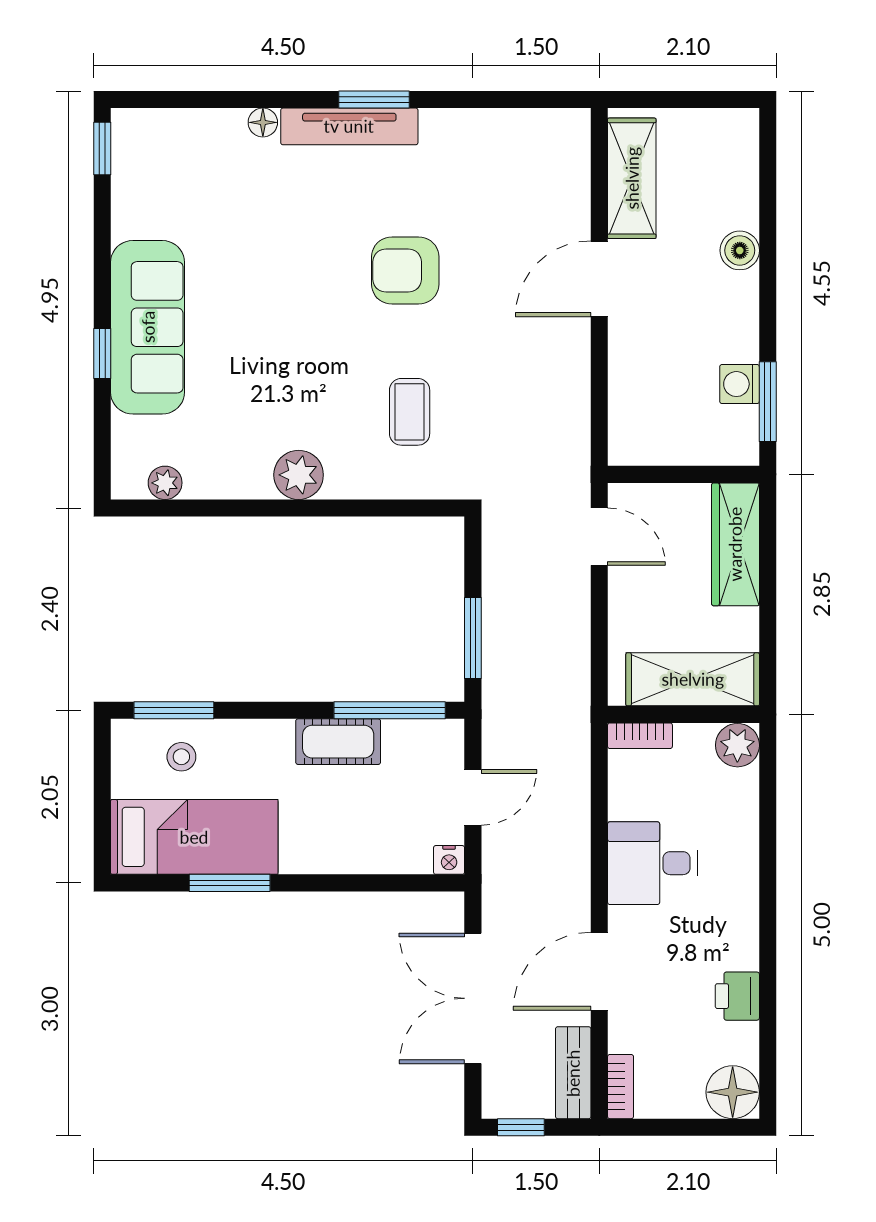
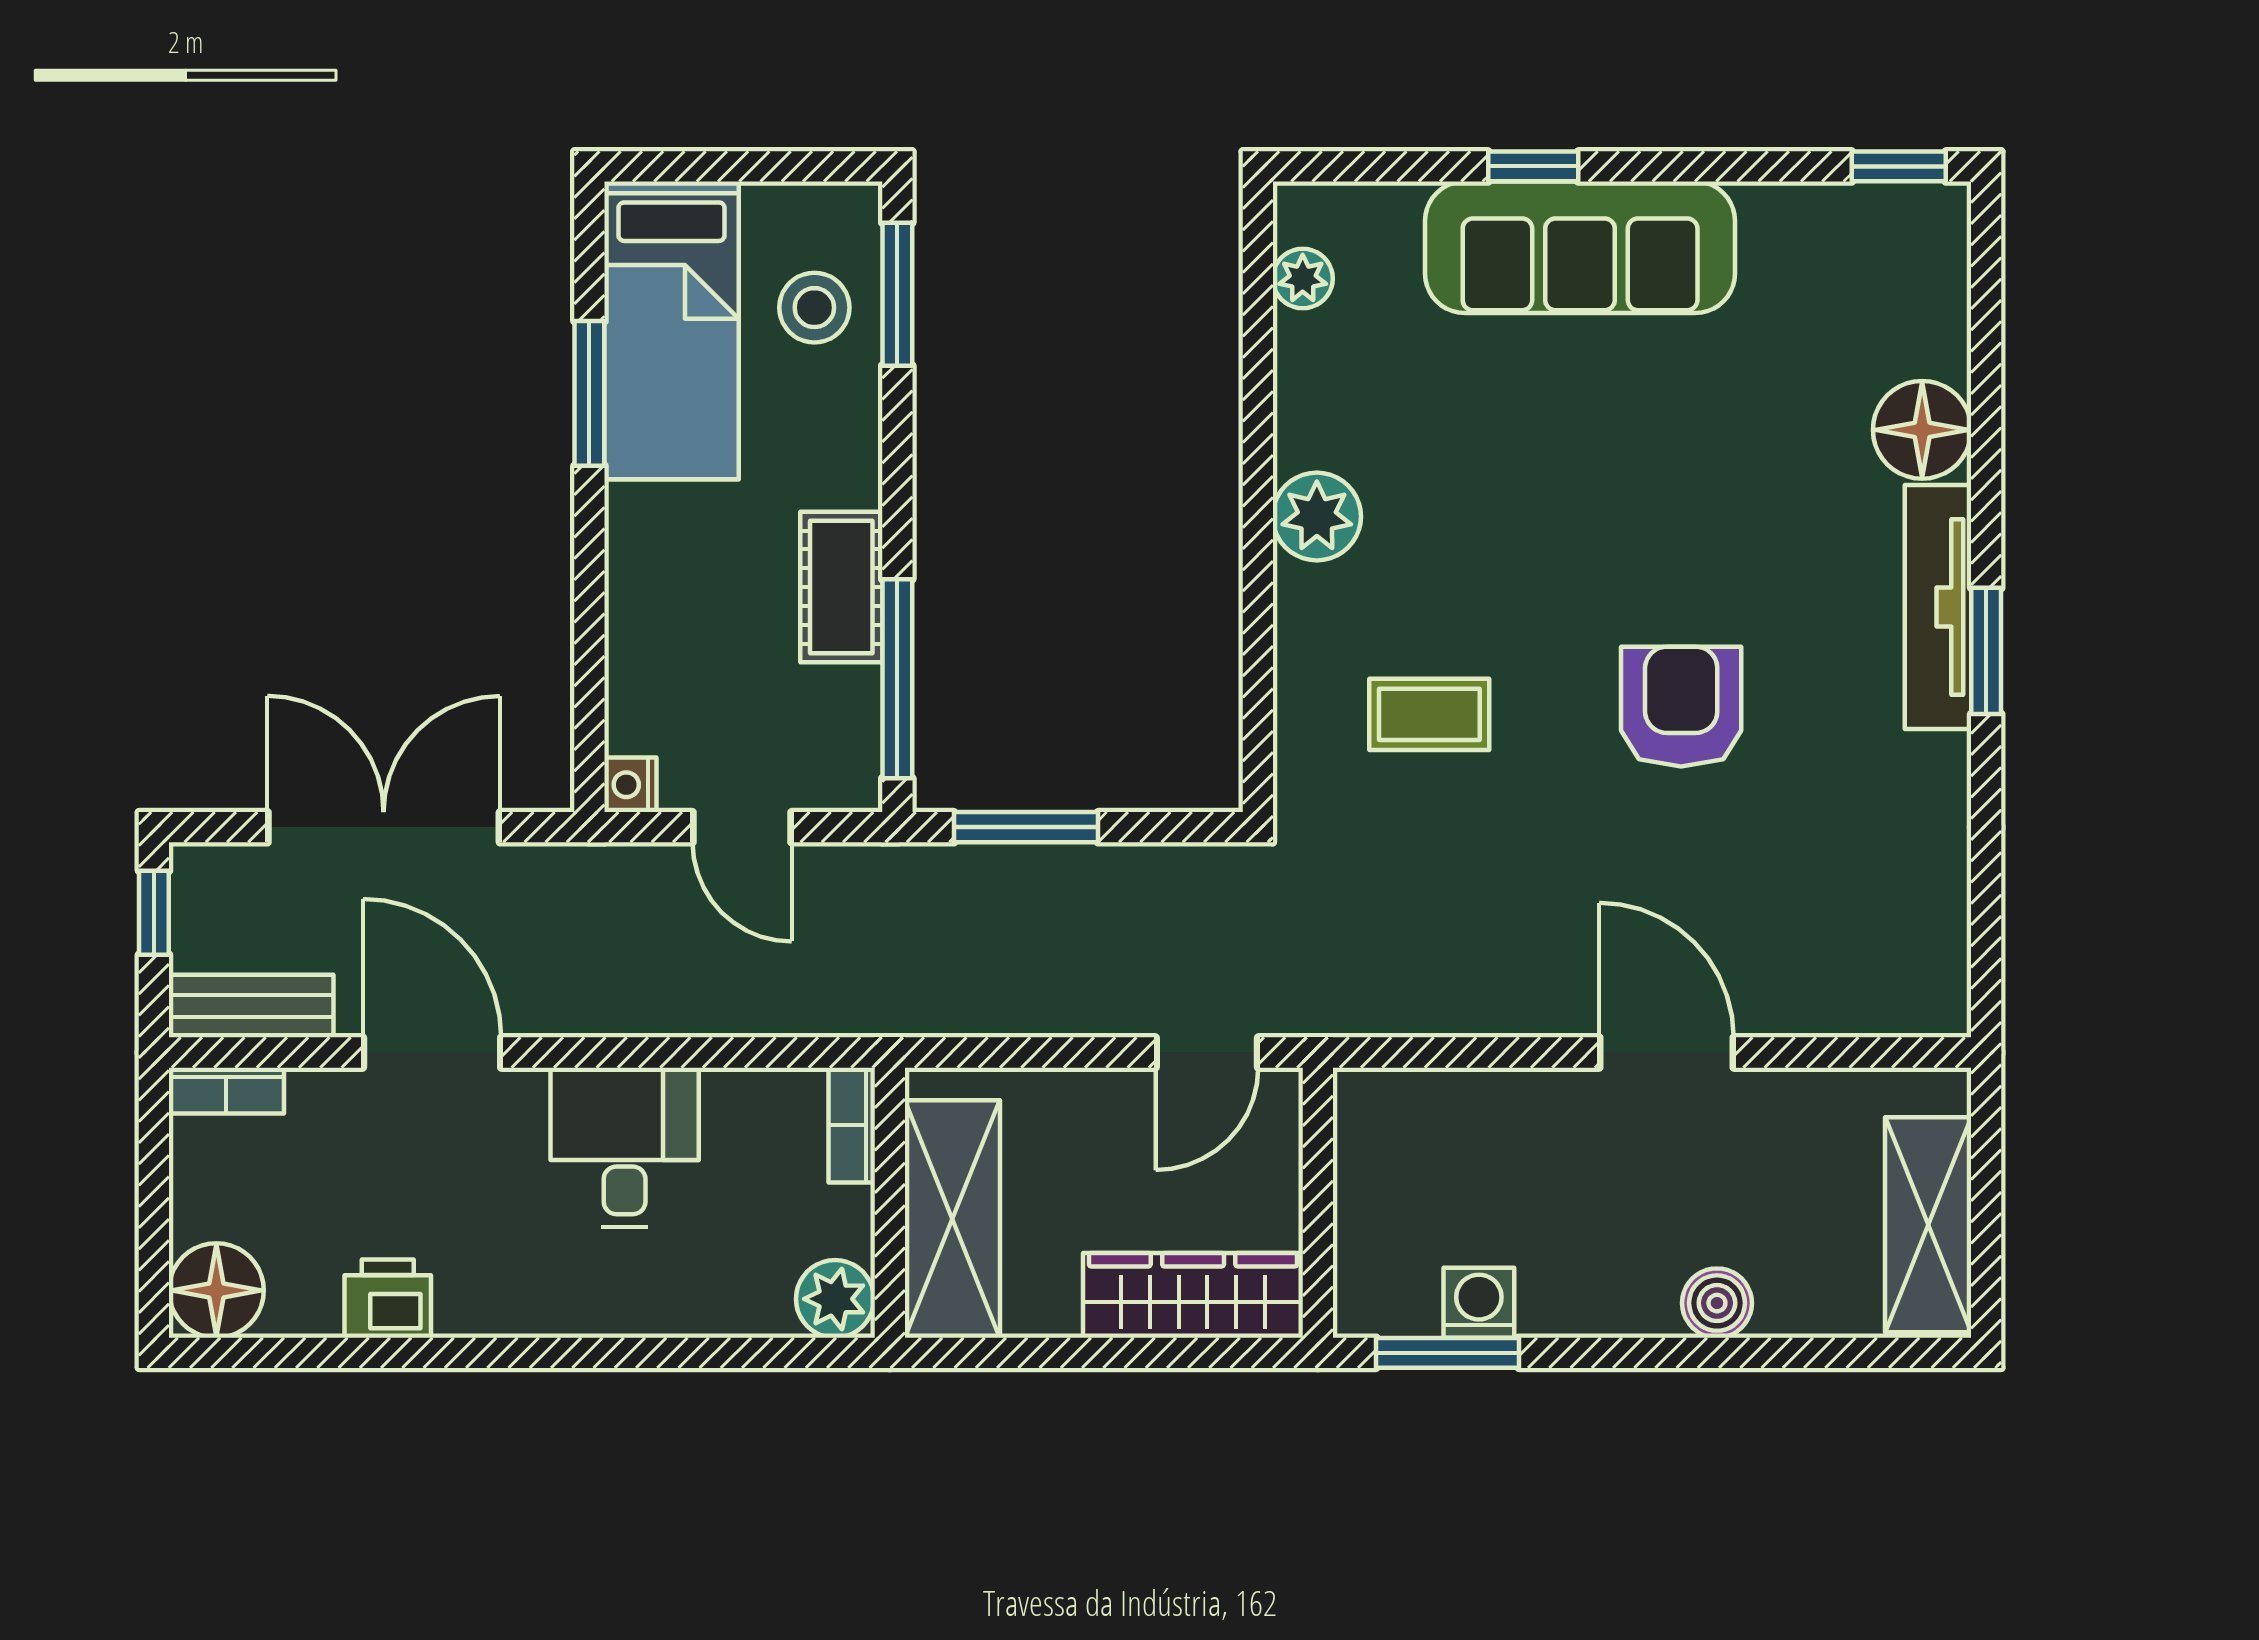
floor lamp: (263, 122) -> (1922, 430), width x1.89, depth x1.89
shelving: (632, 178) -> (1928, 1225), moved, turned 90
stool: (181, 757) -> (814, 308), width x1.37, depth x1.37

